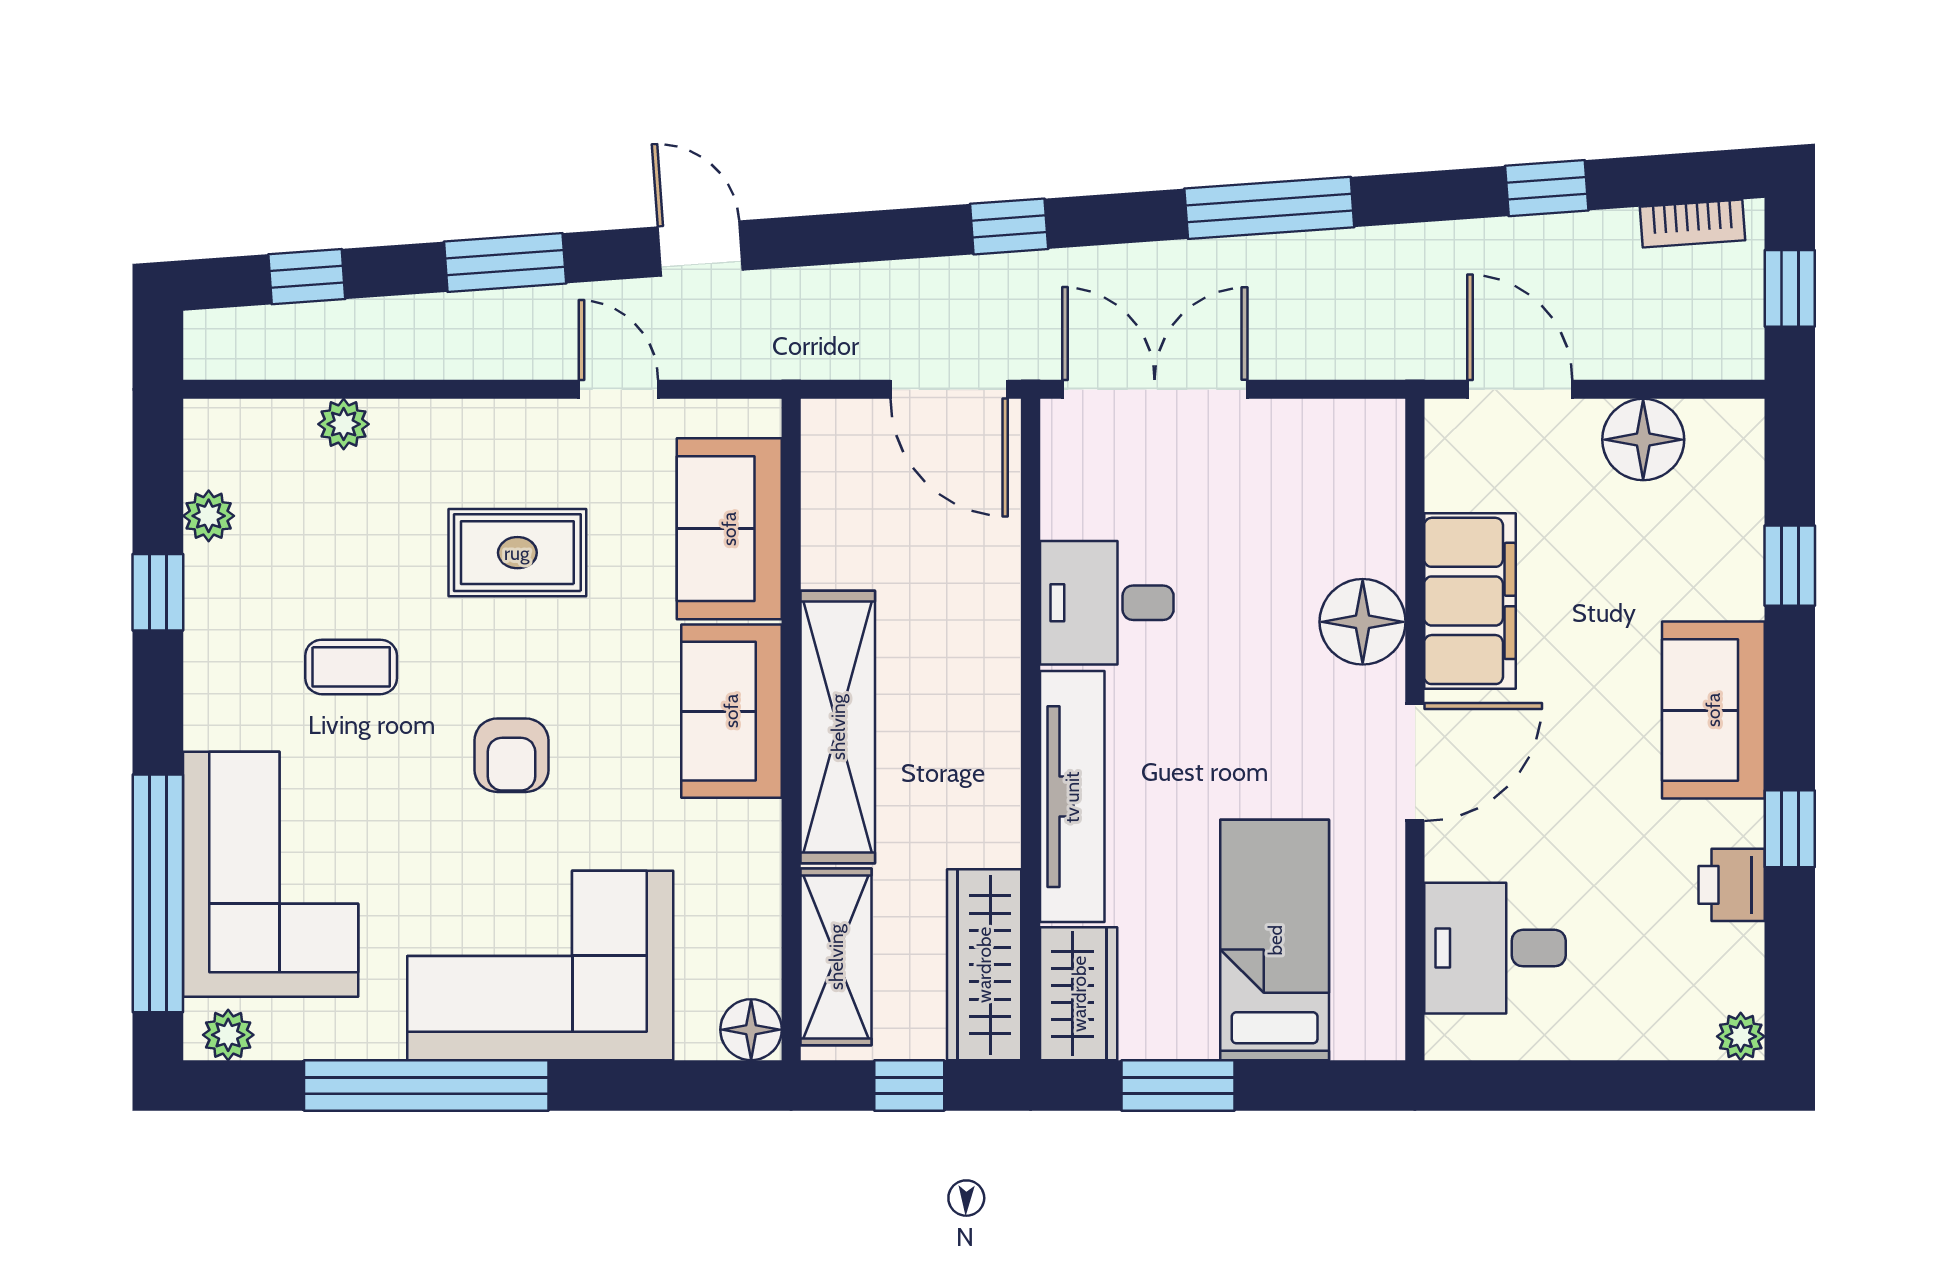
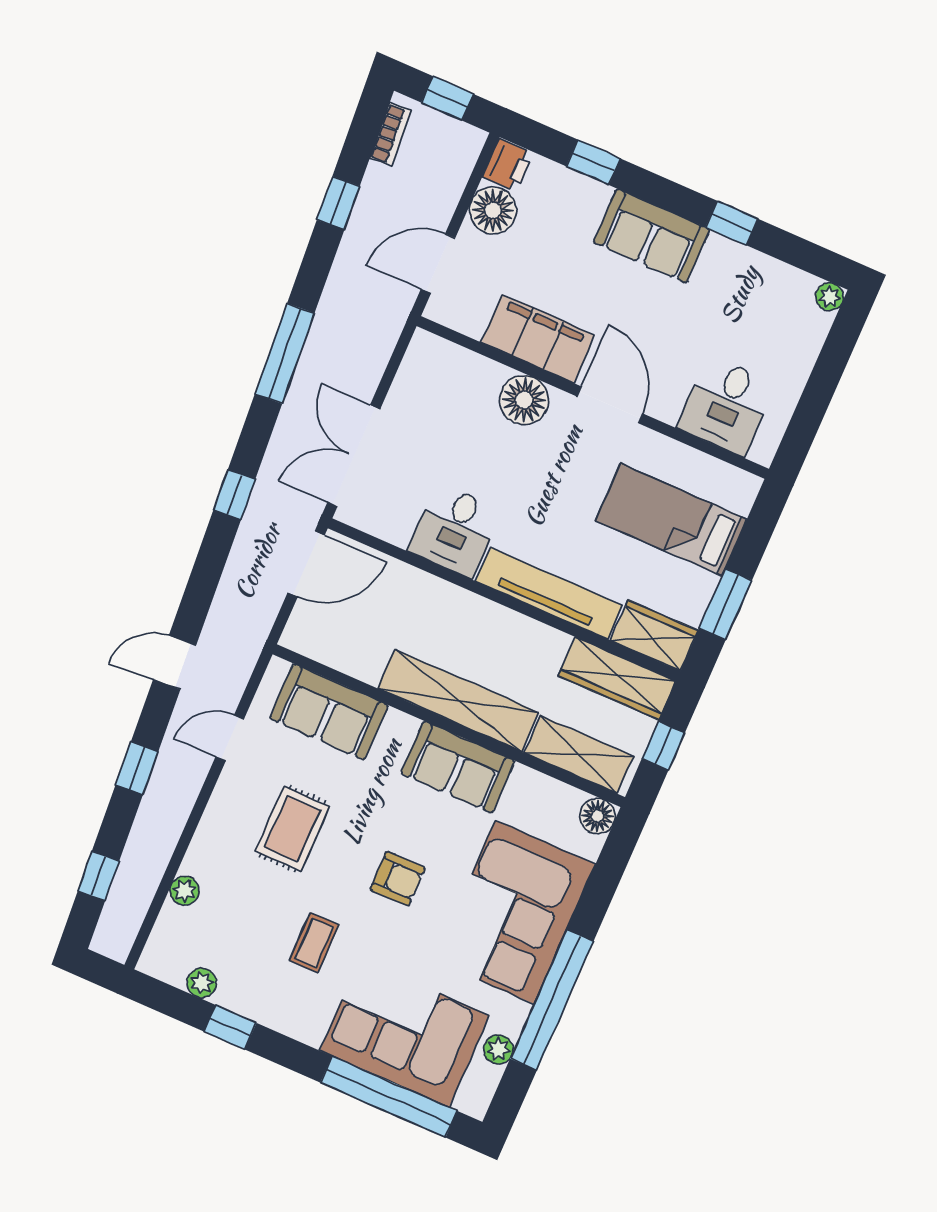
window: (505, 262) -> (137, 768), width x0.67
sofa: (731, 711) -> (458, 767), moved
printer: (1732, 885) -> (508, 165), moved, turned -90
plant: (228, 1035) -> (498, 1049), moved

